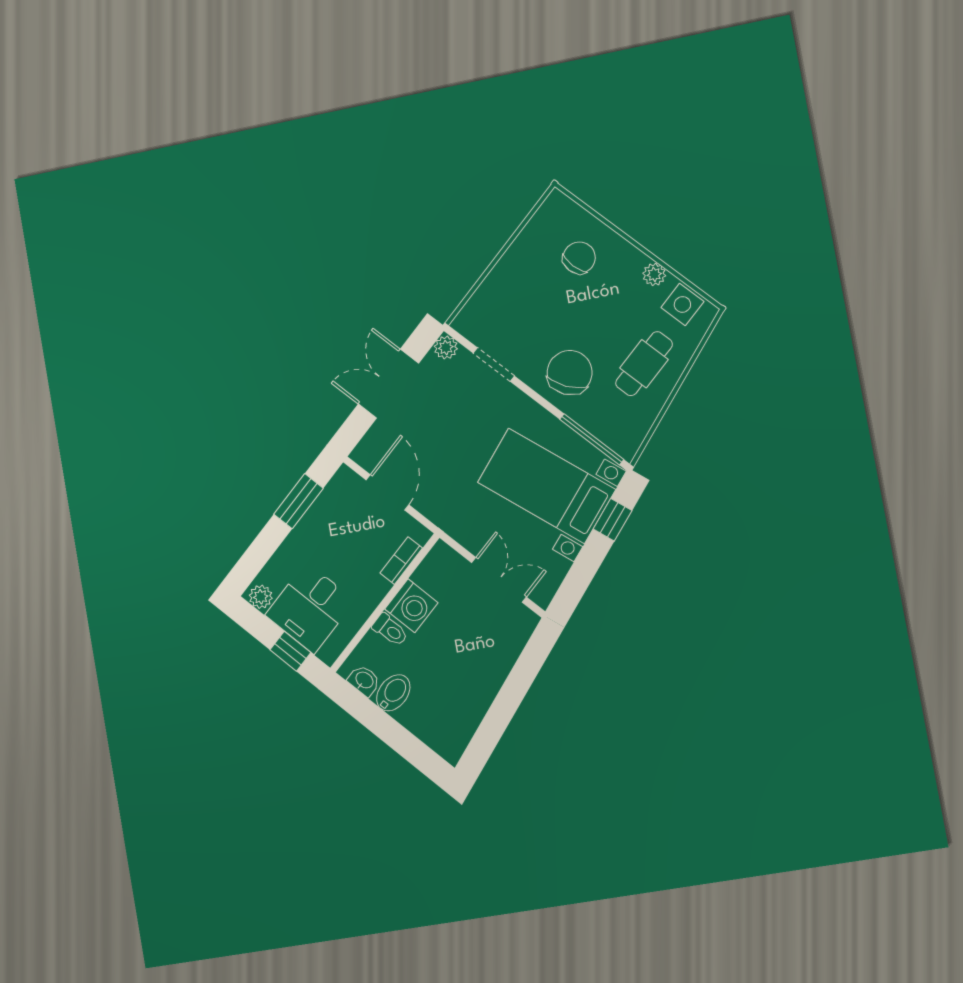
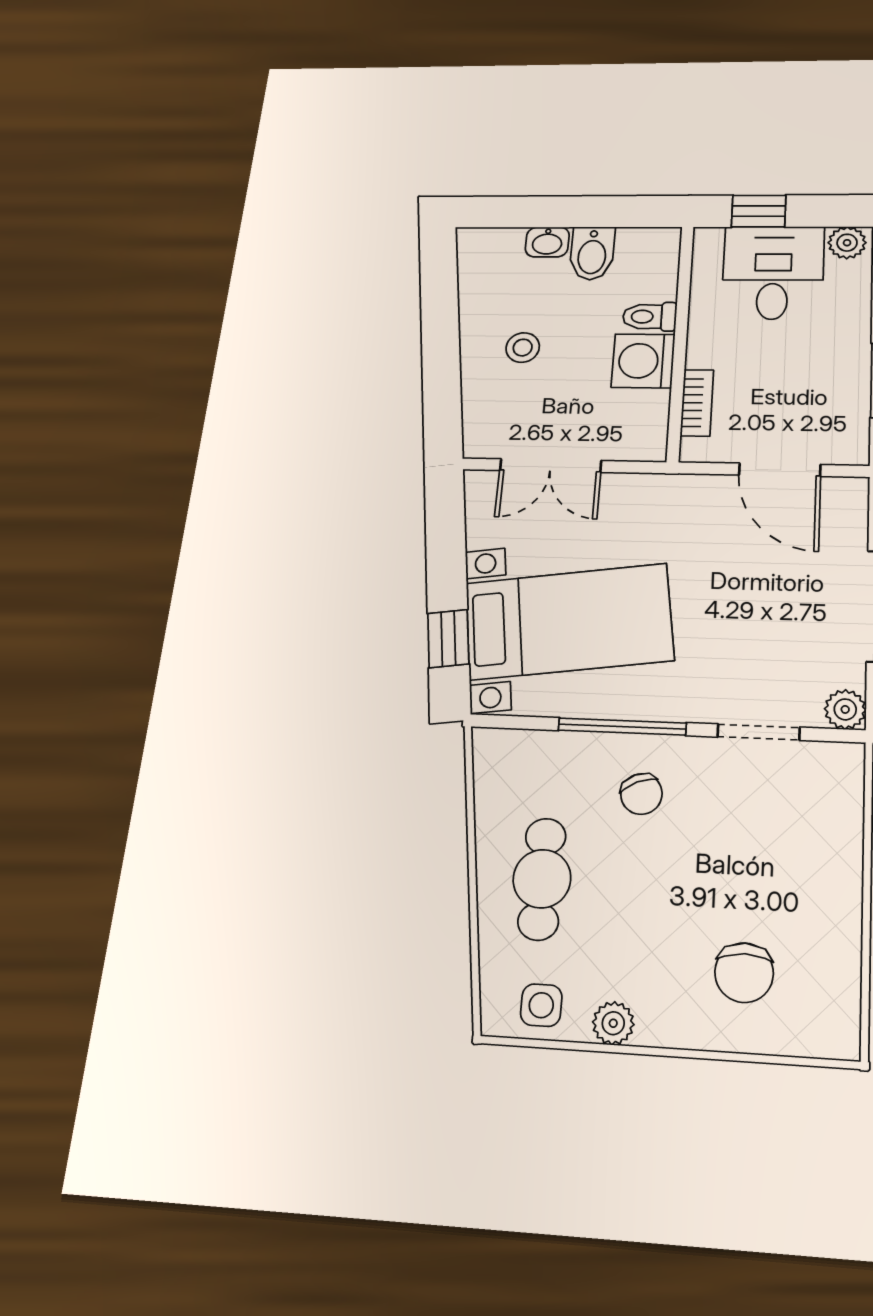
side table: (682, 304) -> (541, 1005), width x0.73, depth x0.73
chair: (570, 373) -> (641, 794), width x0.54, depth x0.54
window: (592, 439) -> (622, 727), moved
stool: (468, 662) -> (523, 348), added
washbasin: (364, 680) -> (547, 242), moved

